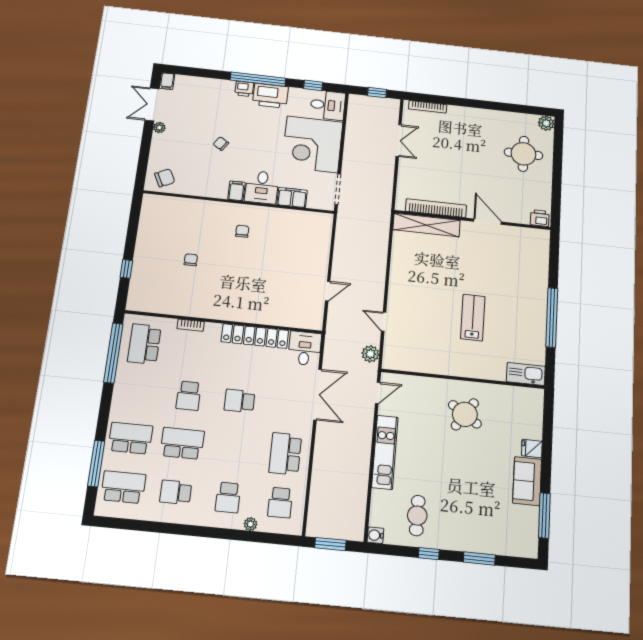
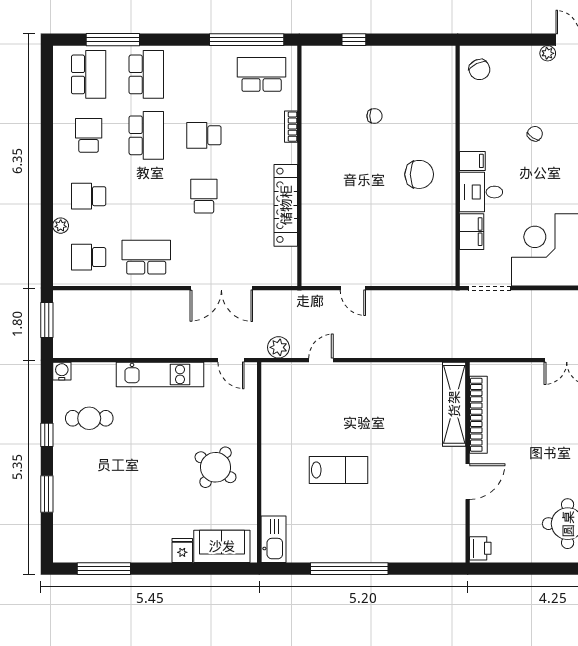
chair: (242, 231) -> (419, 174), width x1.87, depth x1.87
desk: (305, 348) -> (277, 267), removed
sofa: (527, 481) -> (222, 546), moved

